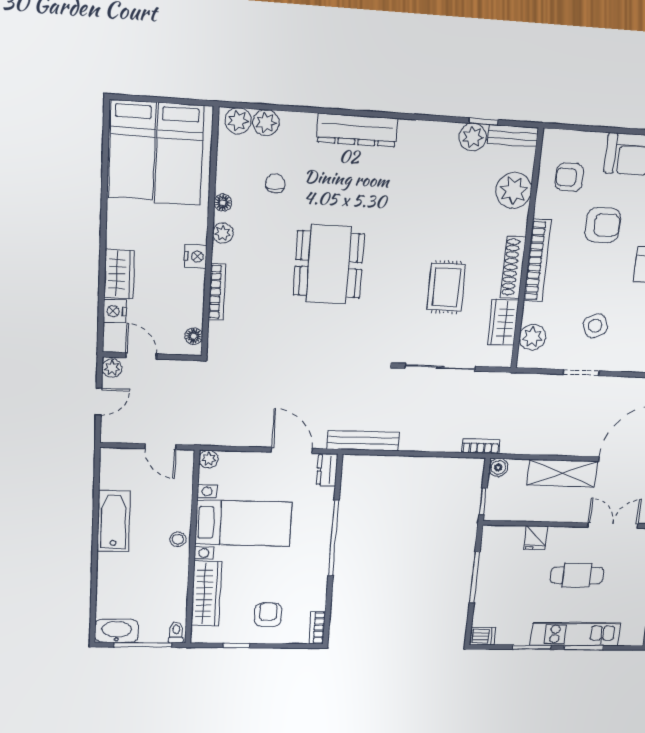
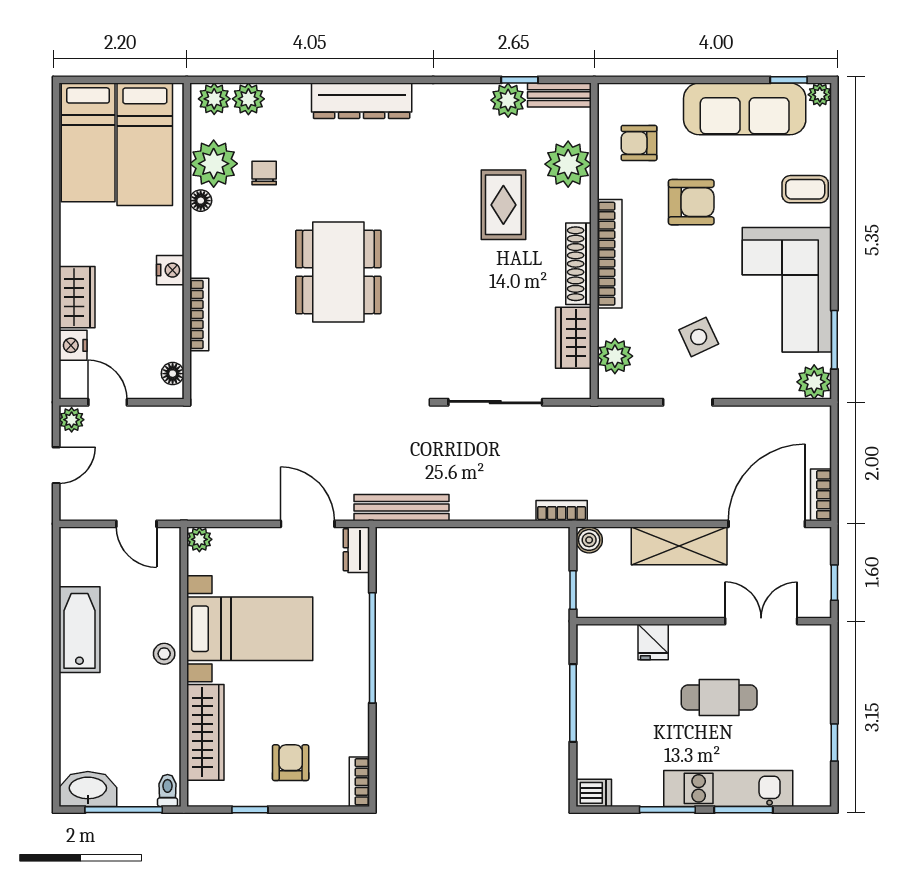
plant: (223, 233) -> (214, 164), moved, width x1.88, depth x1.88
rug: (446, 287) -> (503, 205), moved

